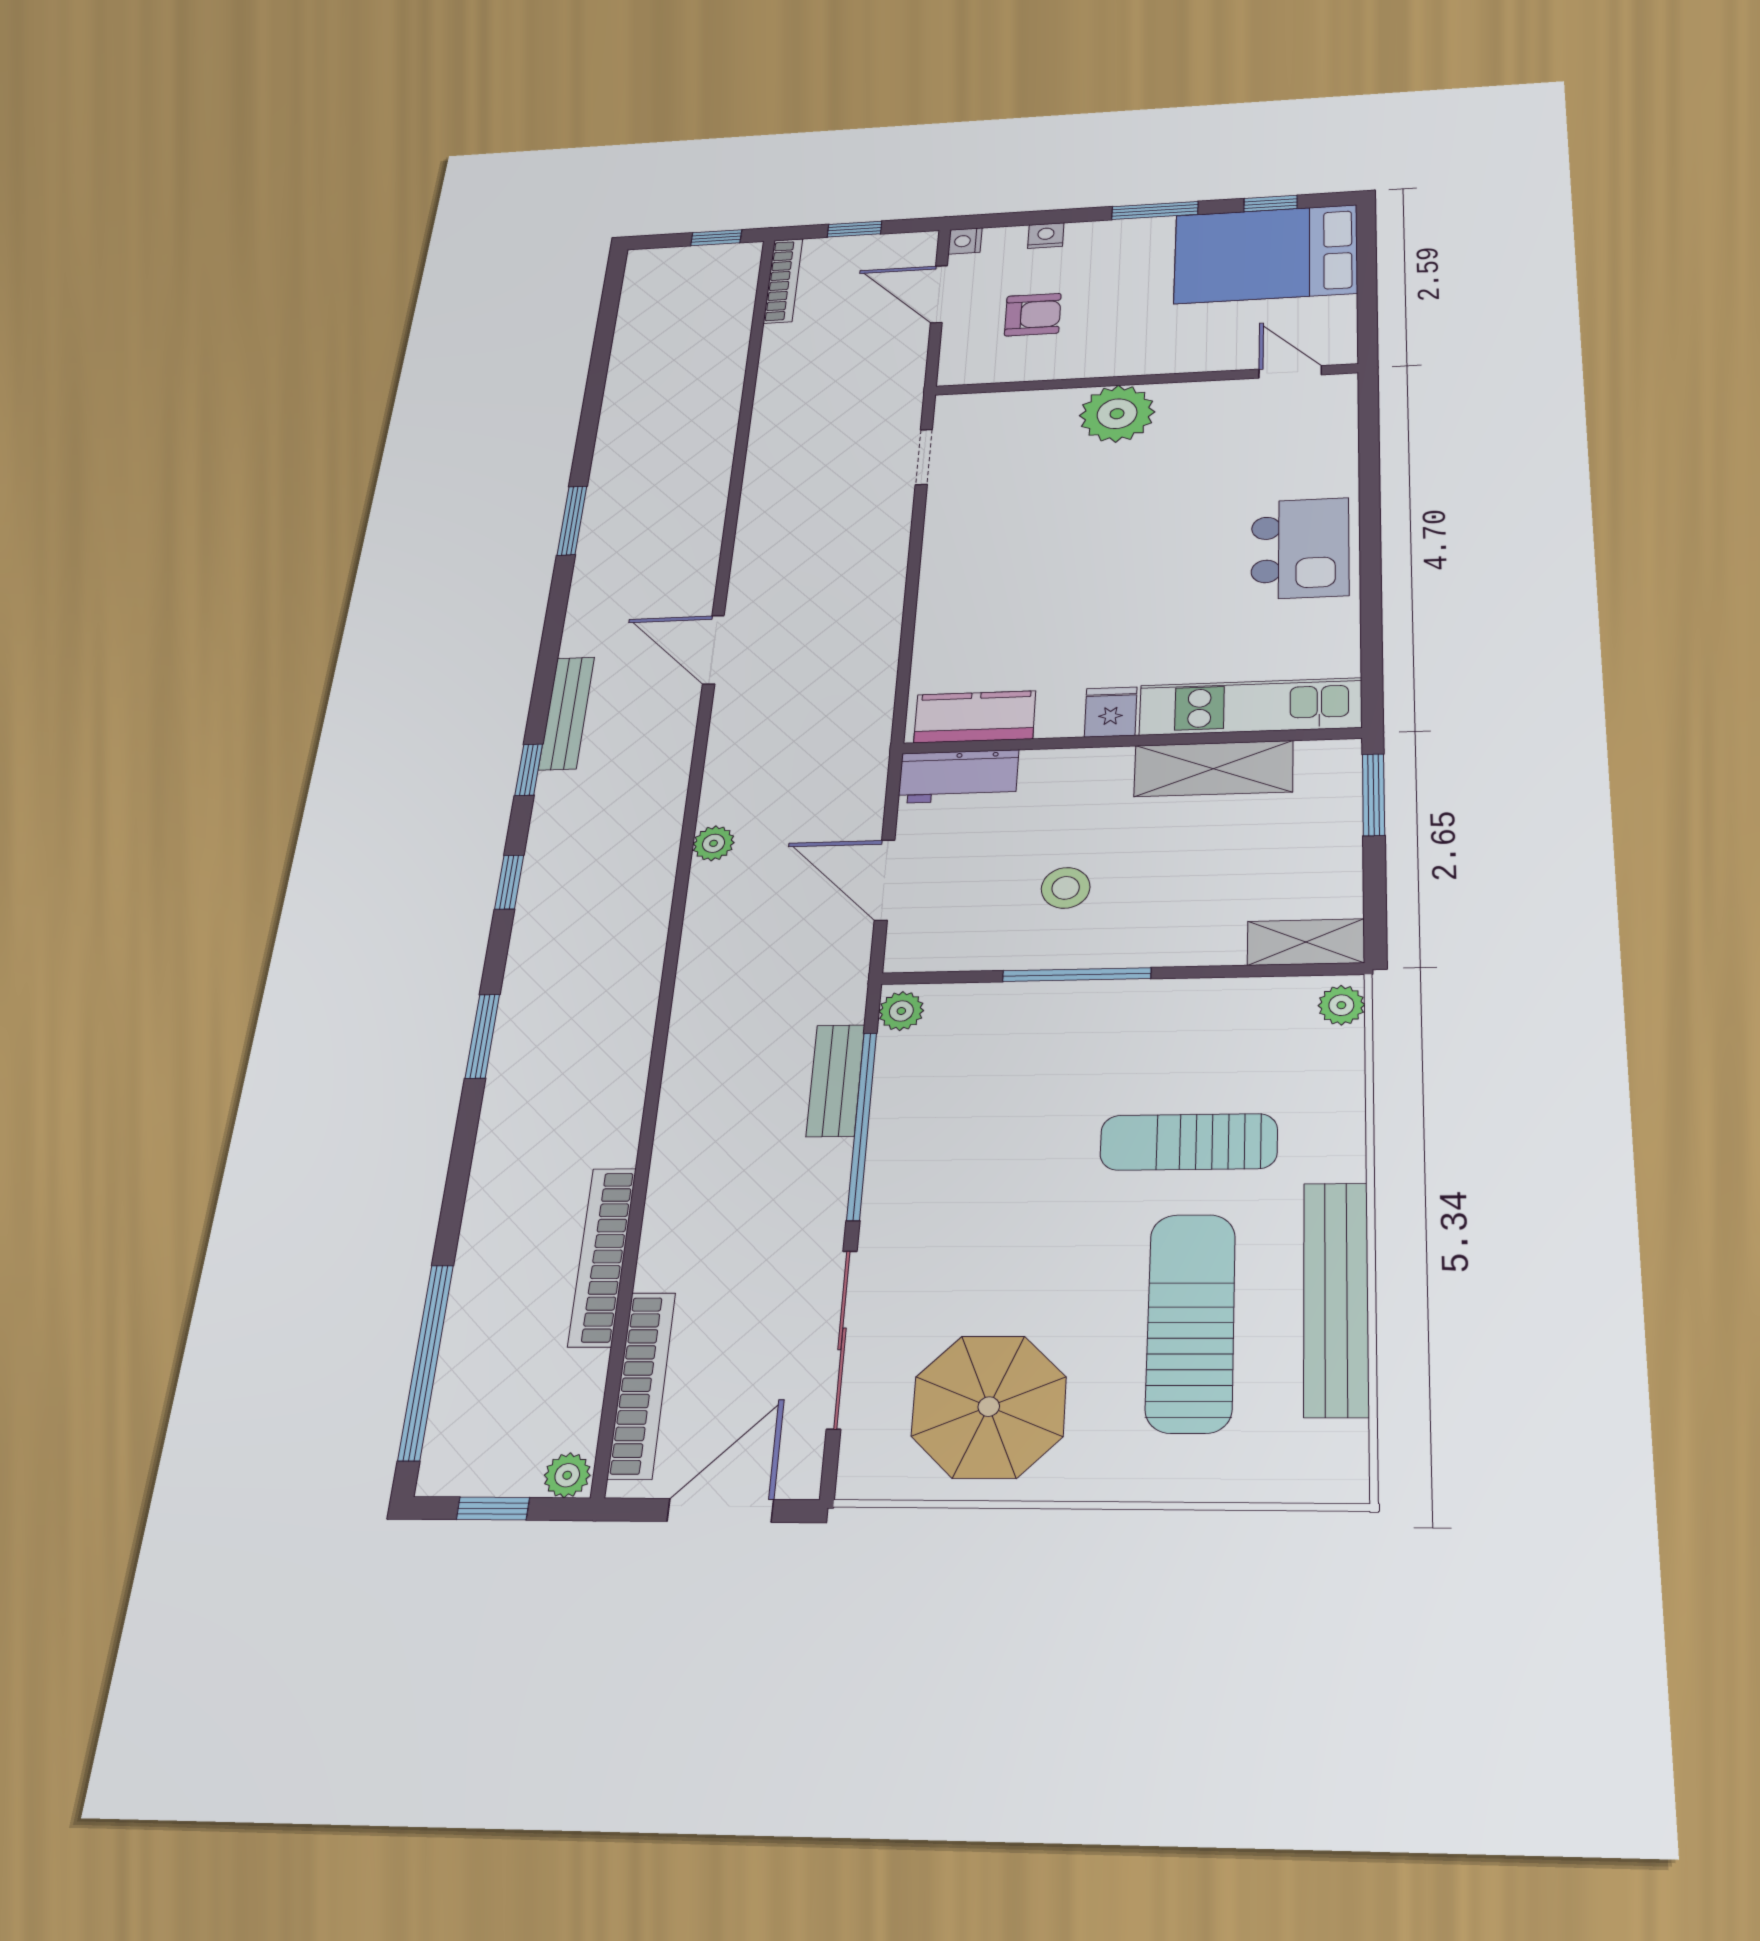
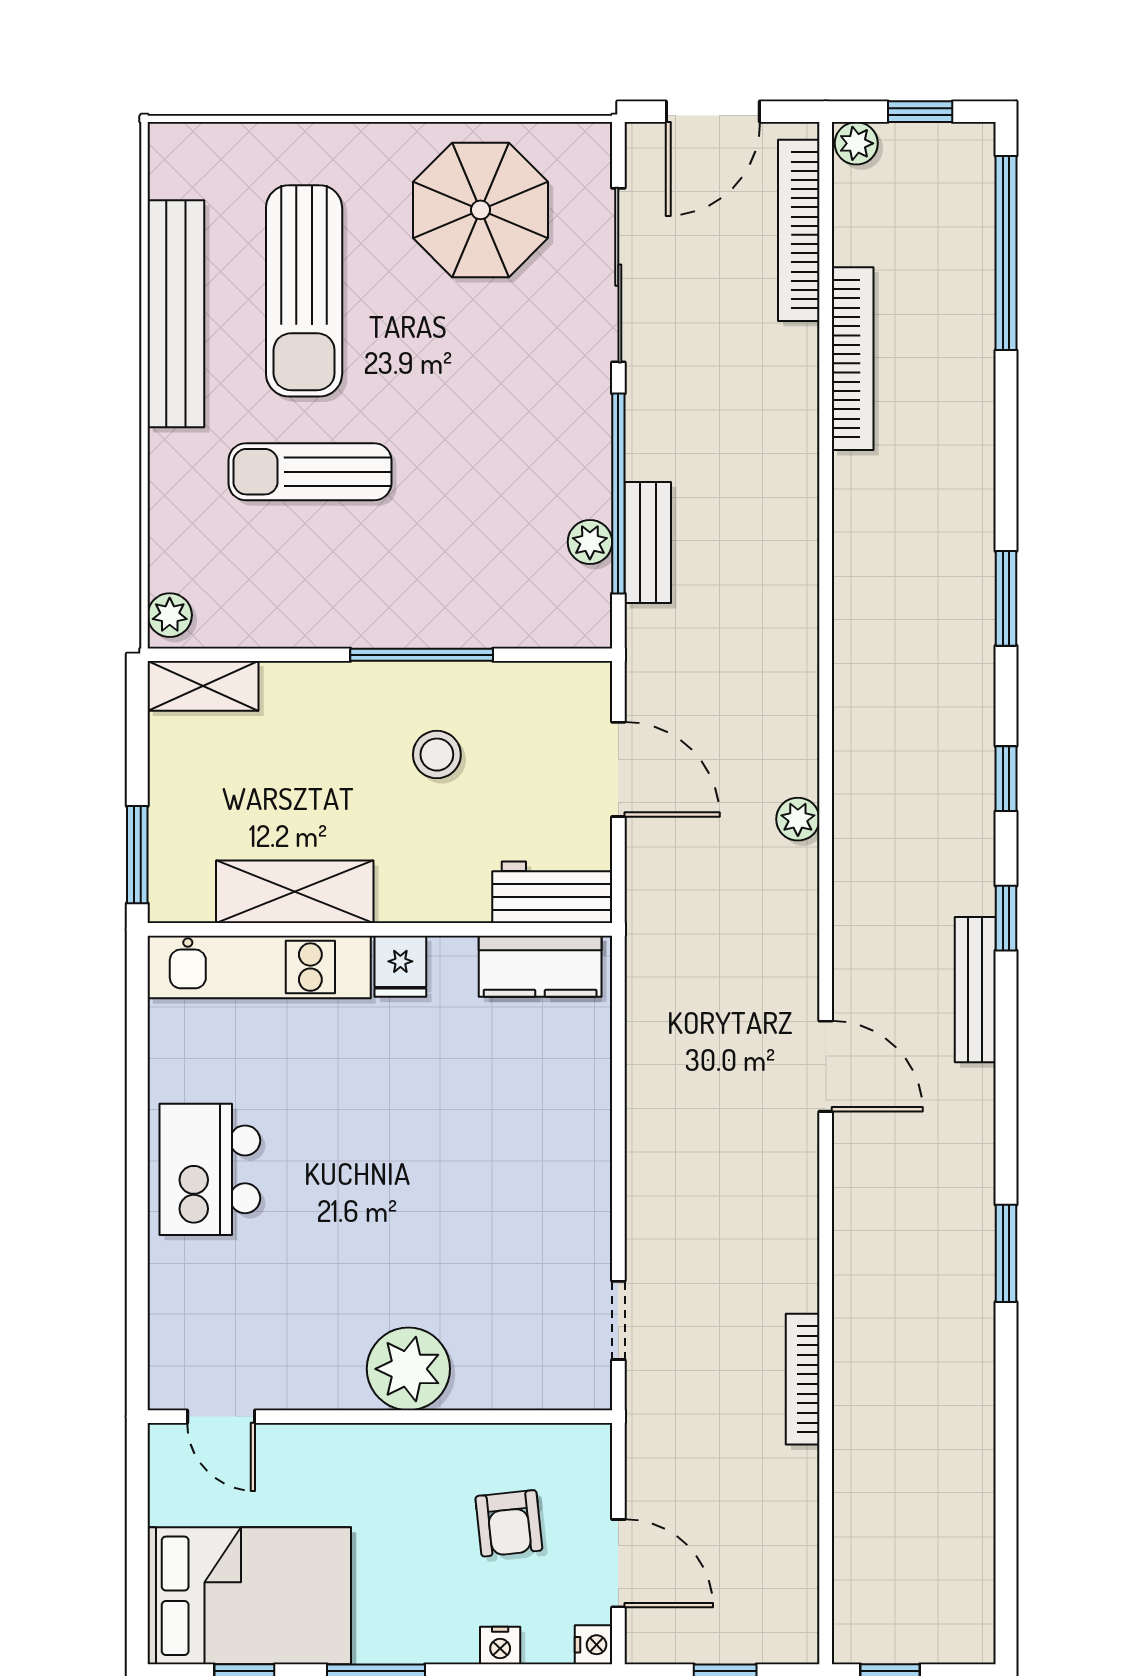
bookcase: (783, 281) -> (803, 1379), moved
armchair: (1033, 315) -> (509, 1523), turned -96
plant: (901, 1011) -> (590, 542), moved
sun lounger: (1189, 1142) -> (310, 472), turned 180

